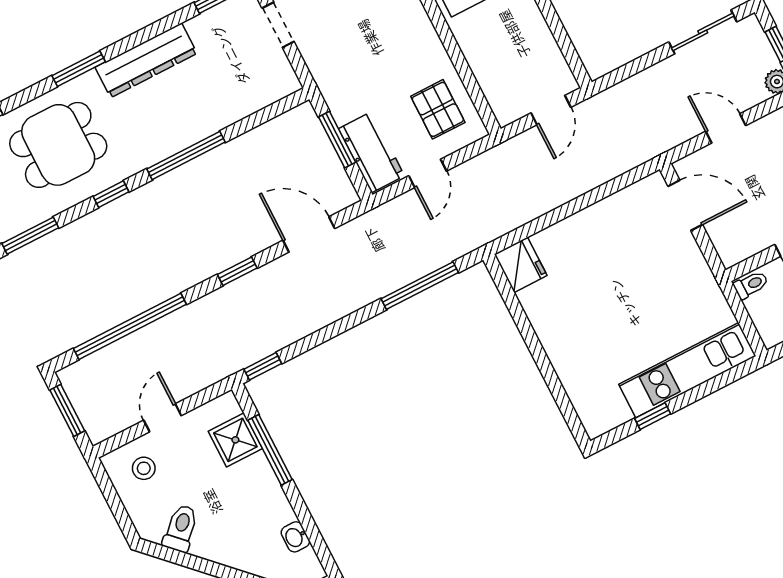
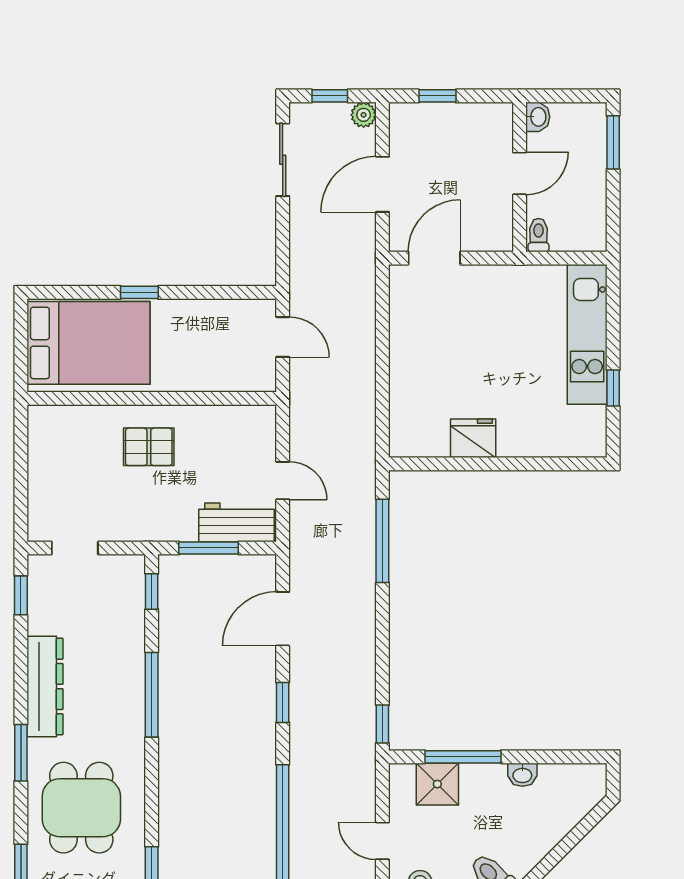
pallet: (438, 109) -> (149, 447), moved
door: (726, 128) -> (382, 184), width x1.37
window: (111, 194) -> (152, 592), moved
fridge: (521, 265) -> (473, 438), moved
washbasin: (295, 537) -> (522, 775), moved

